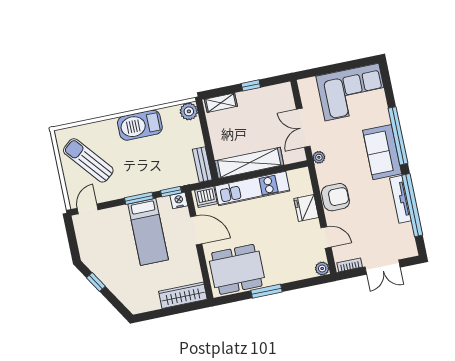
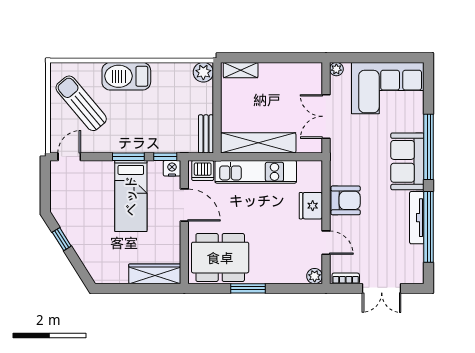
window: (251, 85) -> (278, 58), removed
barbecue: (140, 125) -> (126, 76), moved
plant: (319, 157) -> (336, 69), moved

